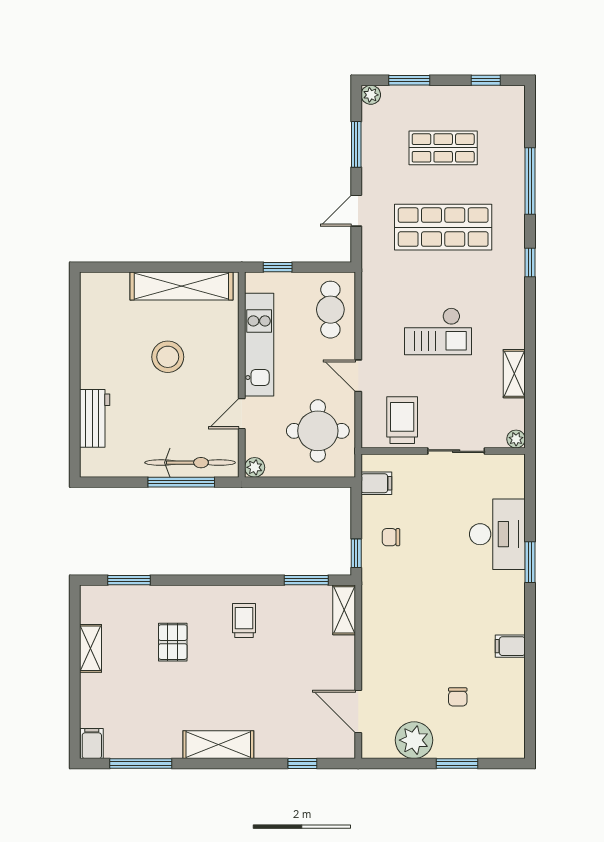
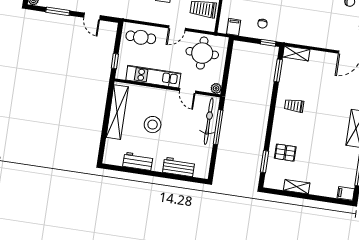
workbench: (94, 339) -> (138, 161), added
pallet: (173, 642) -> (285, 153), moved

